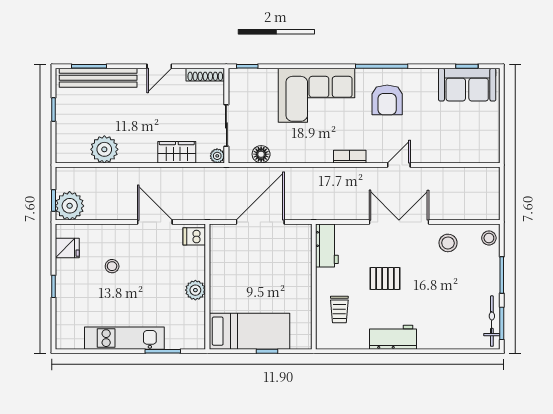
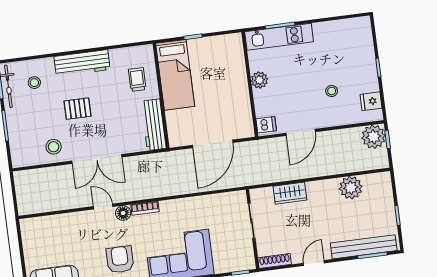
floor lamp: (261, 154) -> (123, 213), moved
plant: (217, 156) -> (256, 194), removed
door: (399, 165) -> (103, 207), swing flipped
door: (155, 222) -> (301, 132), hinge flipped
stool: (489, 238) -> (34, 83), moved
workbench: (327, 246) -> (154, 125), width x1.38
pallet: (385, 278) -> (77, 109), moved
bed: (249, 331) -> (175, 75), moved, turned -90
workbench: (393, 337) -> (82, 63), width x1.38
kitchen unit: (124, 338) -> (279, 37), moved

